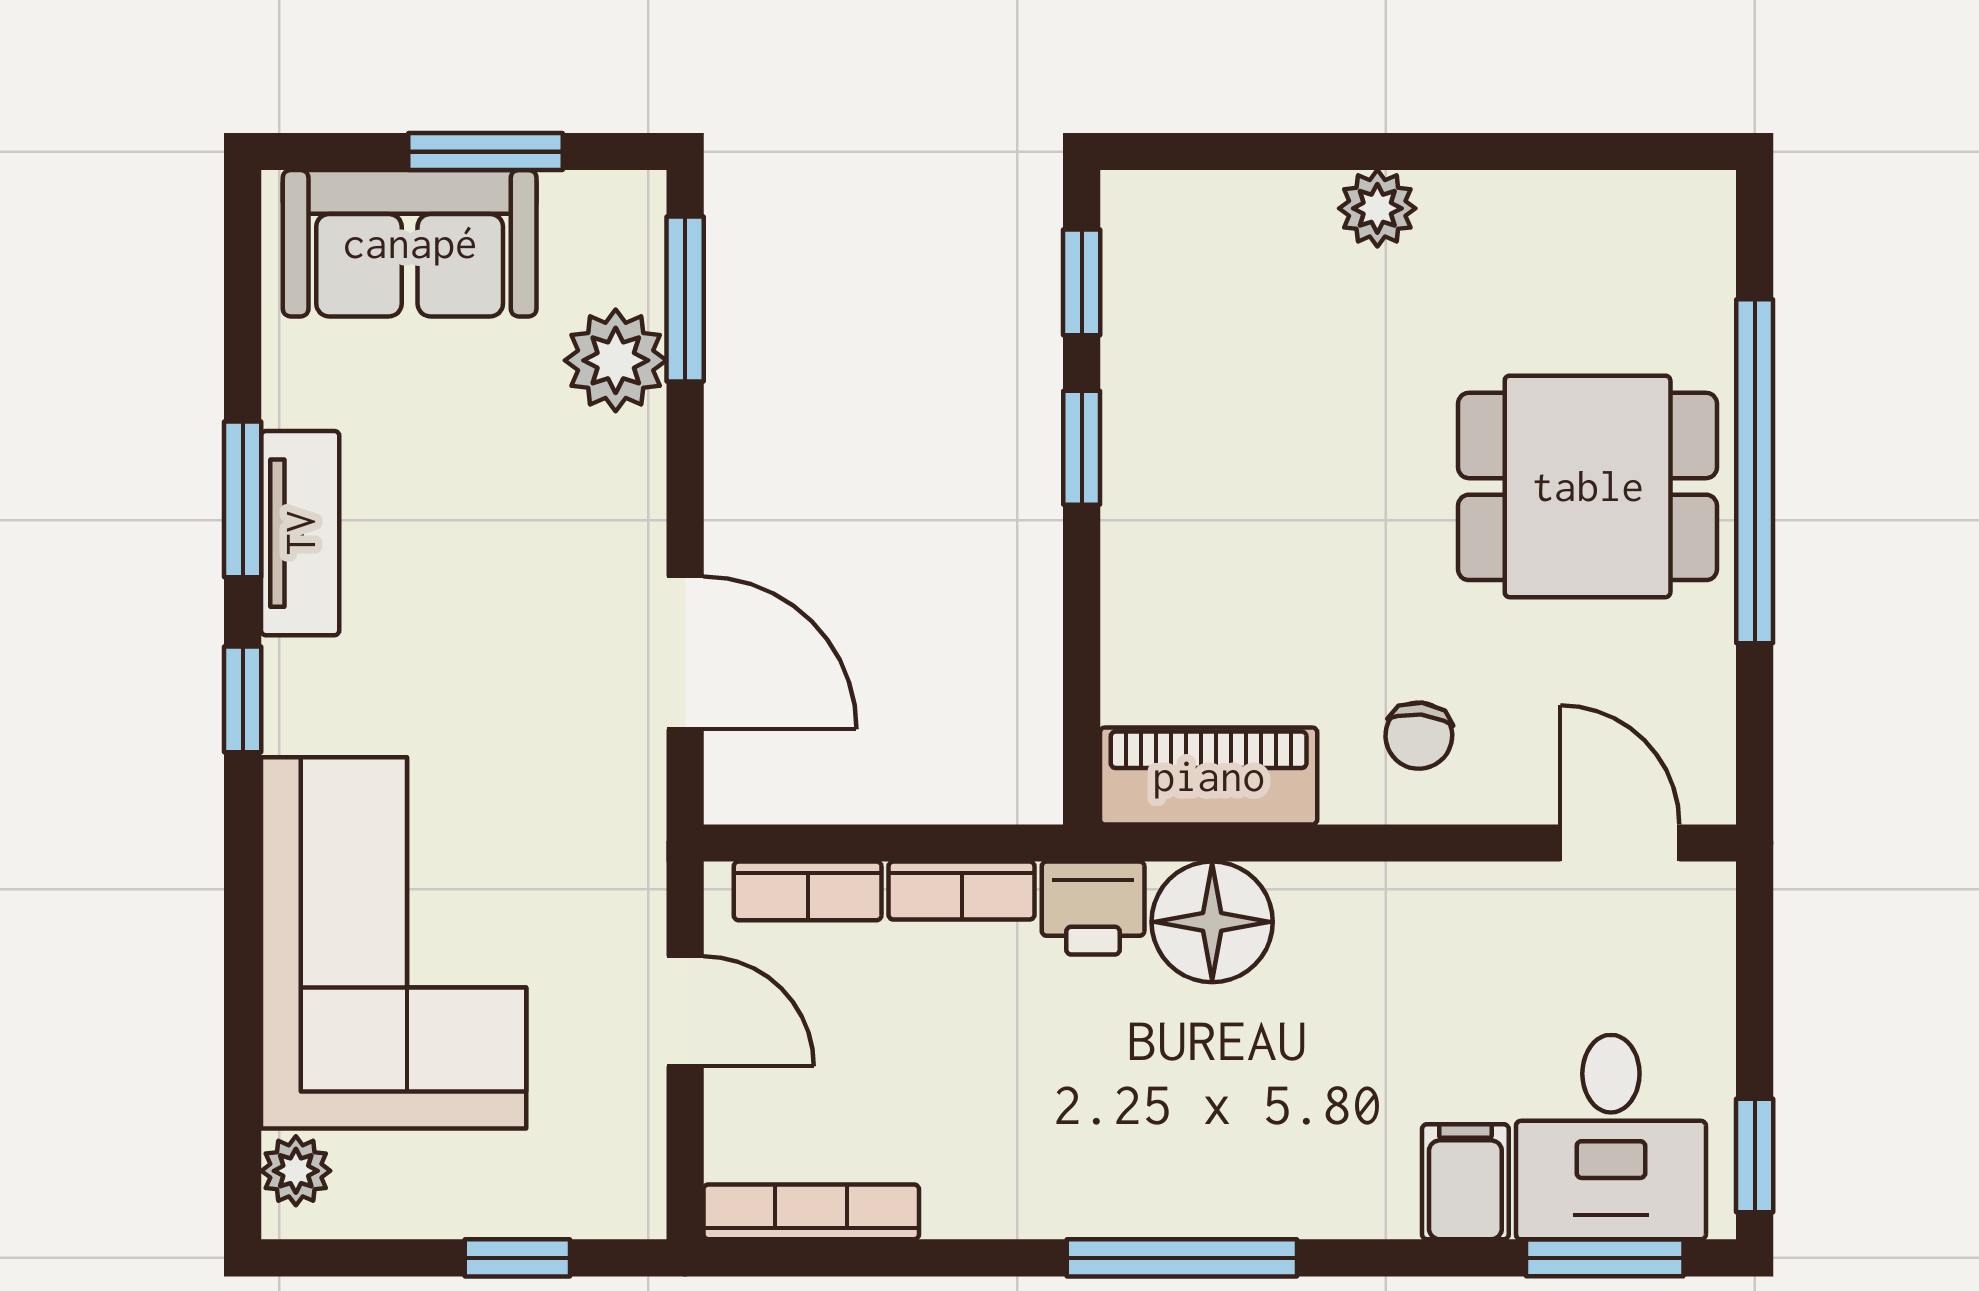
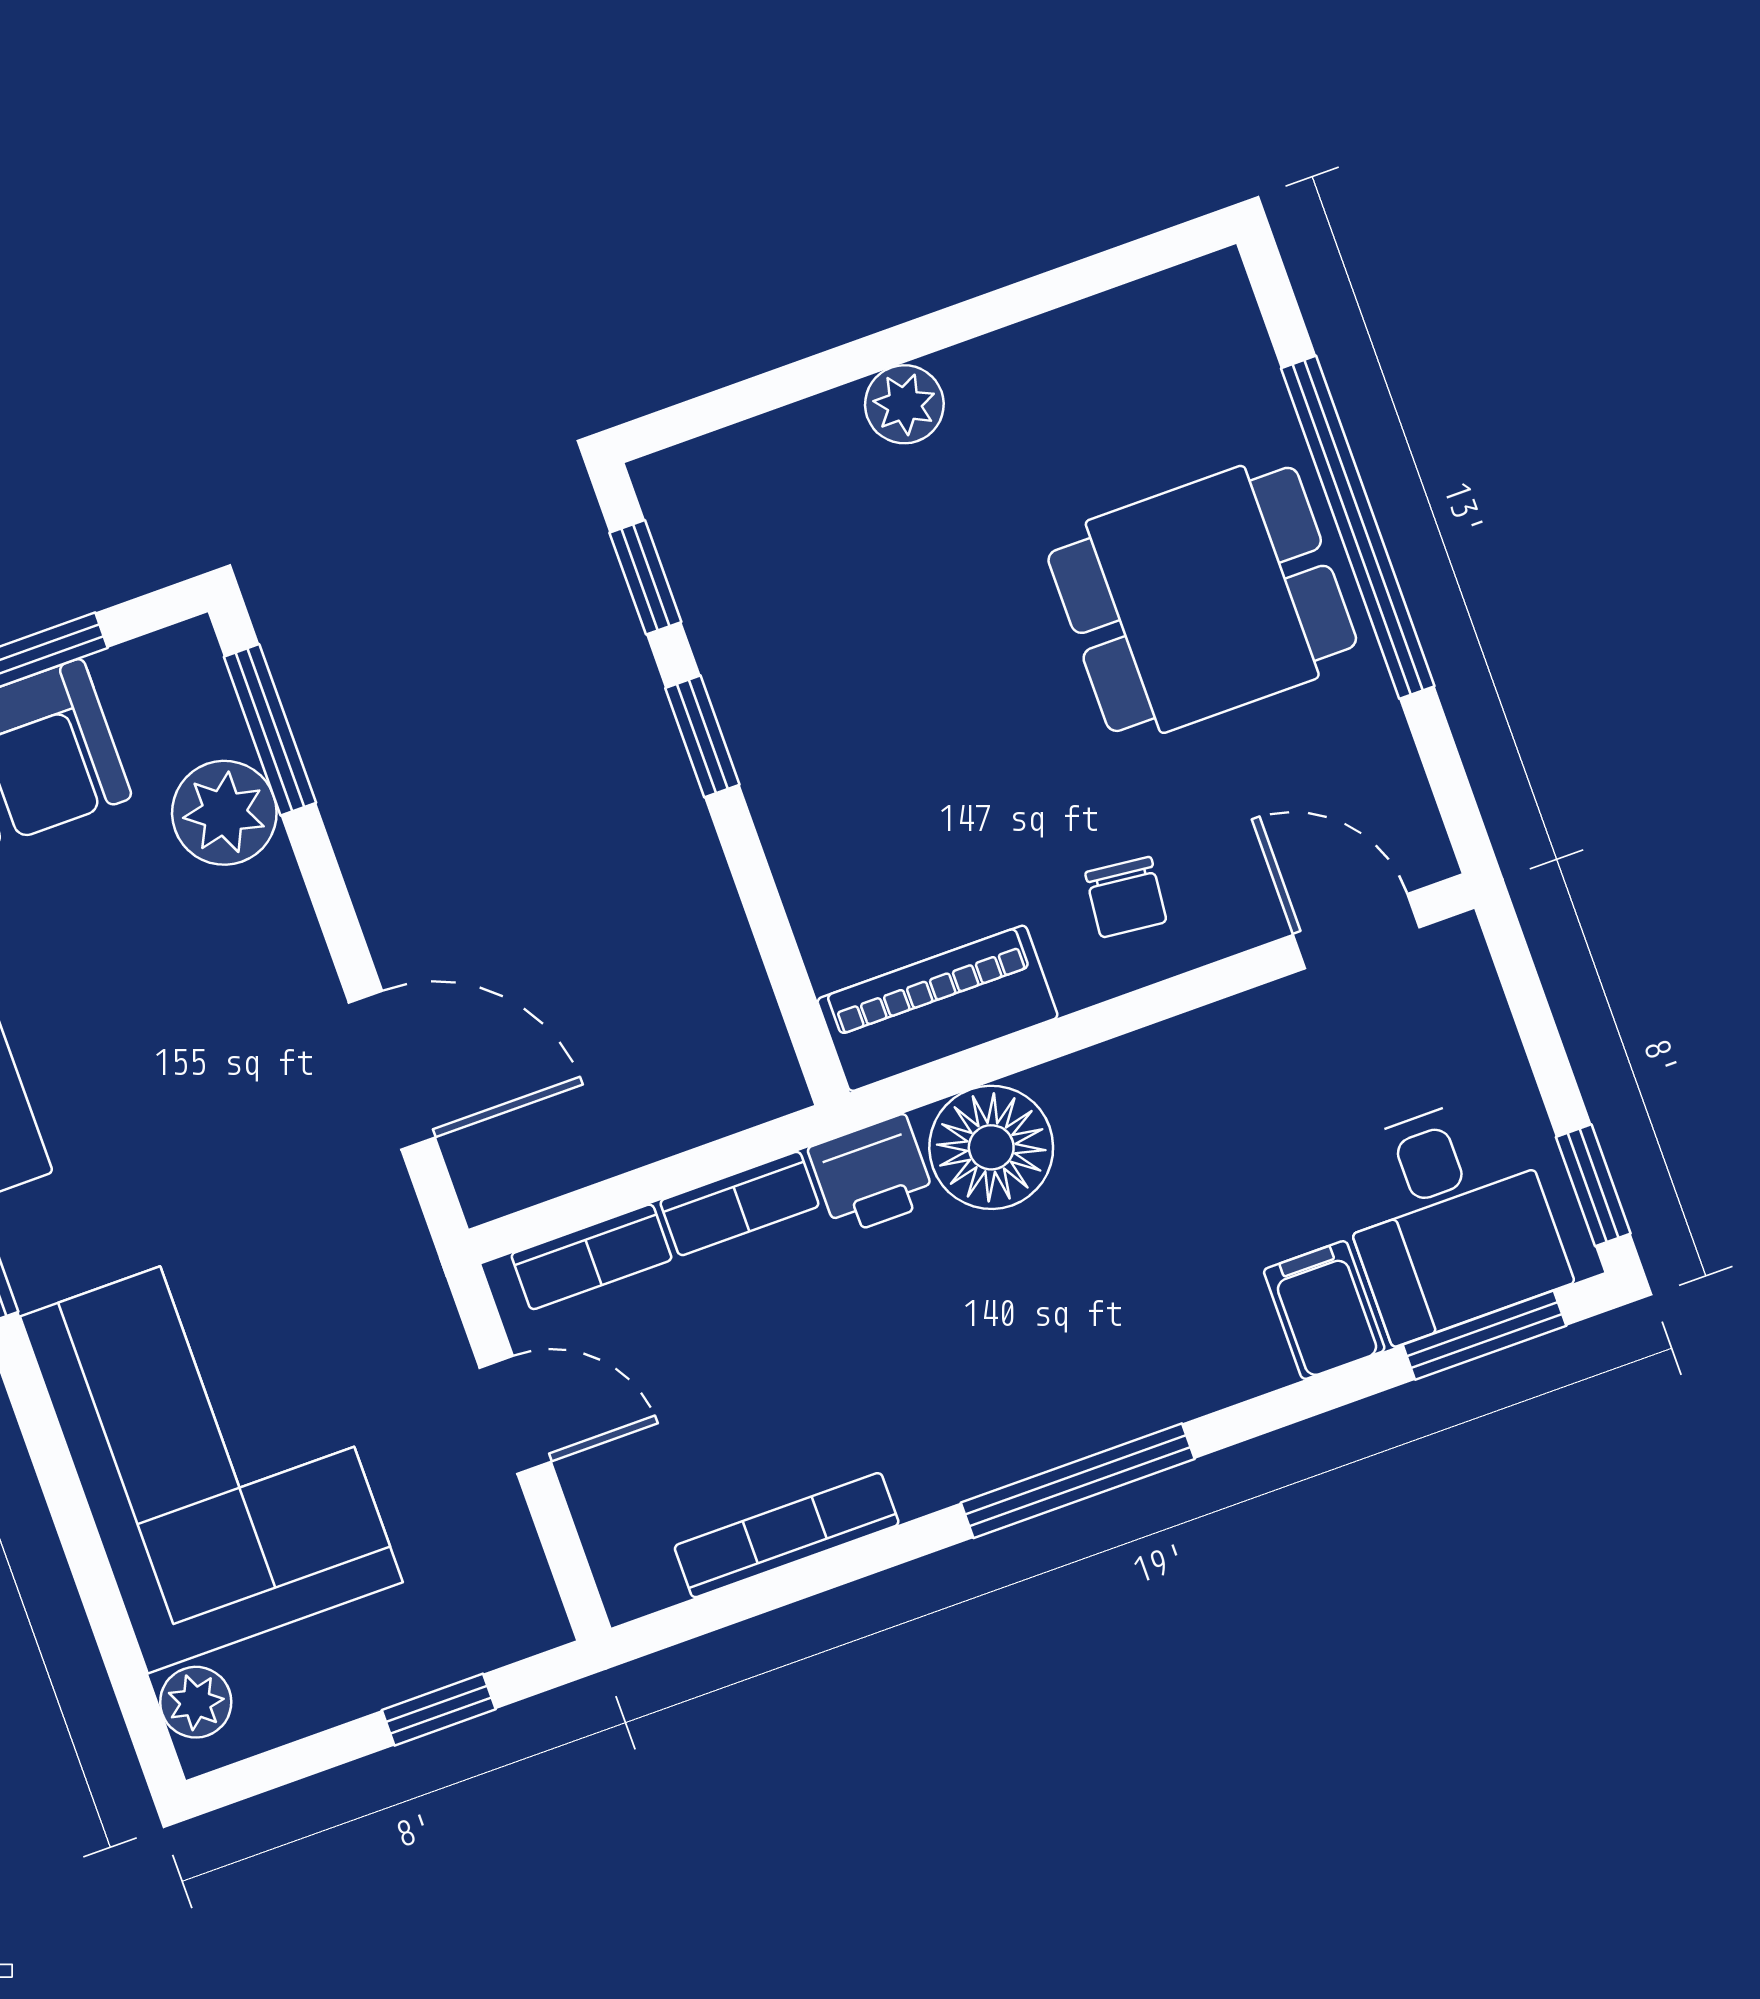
bookcase: (811, 1212) -> (787, 1535), moved

